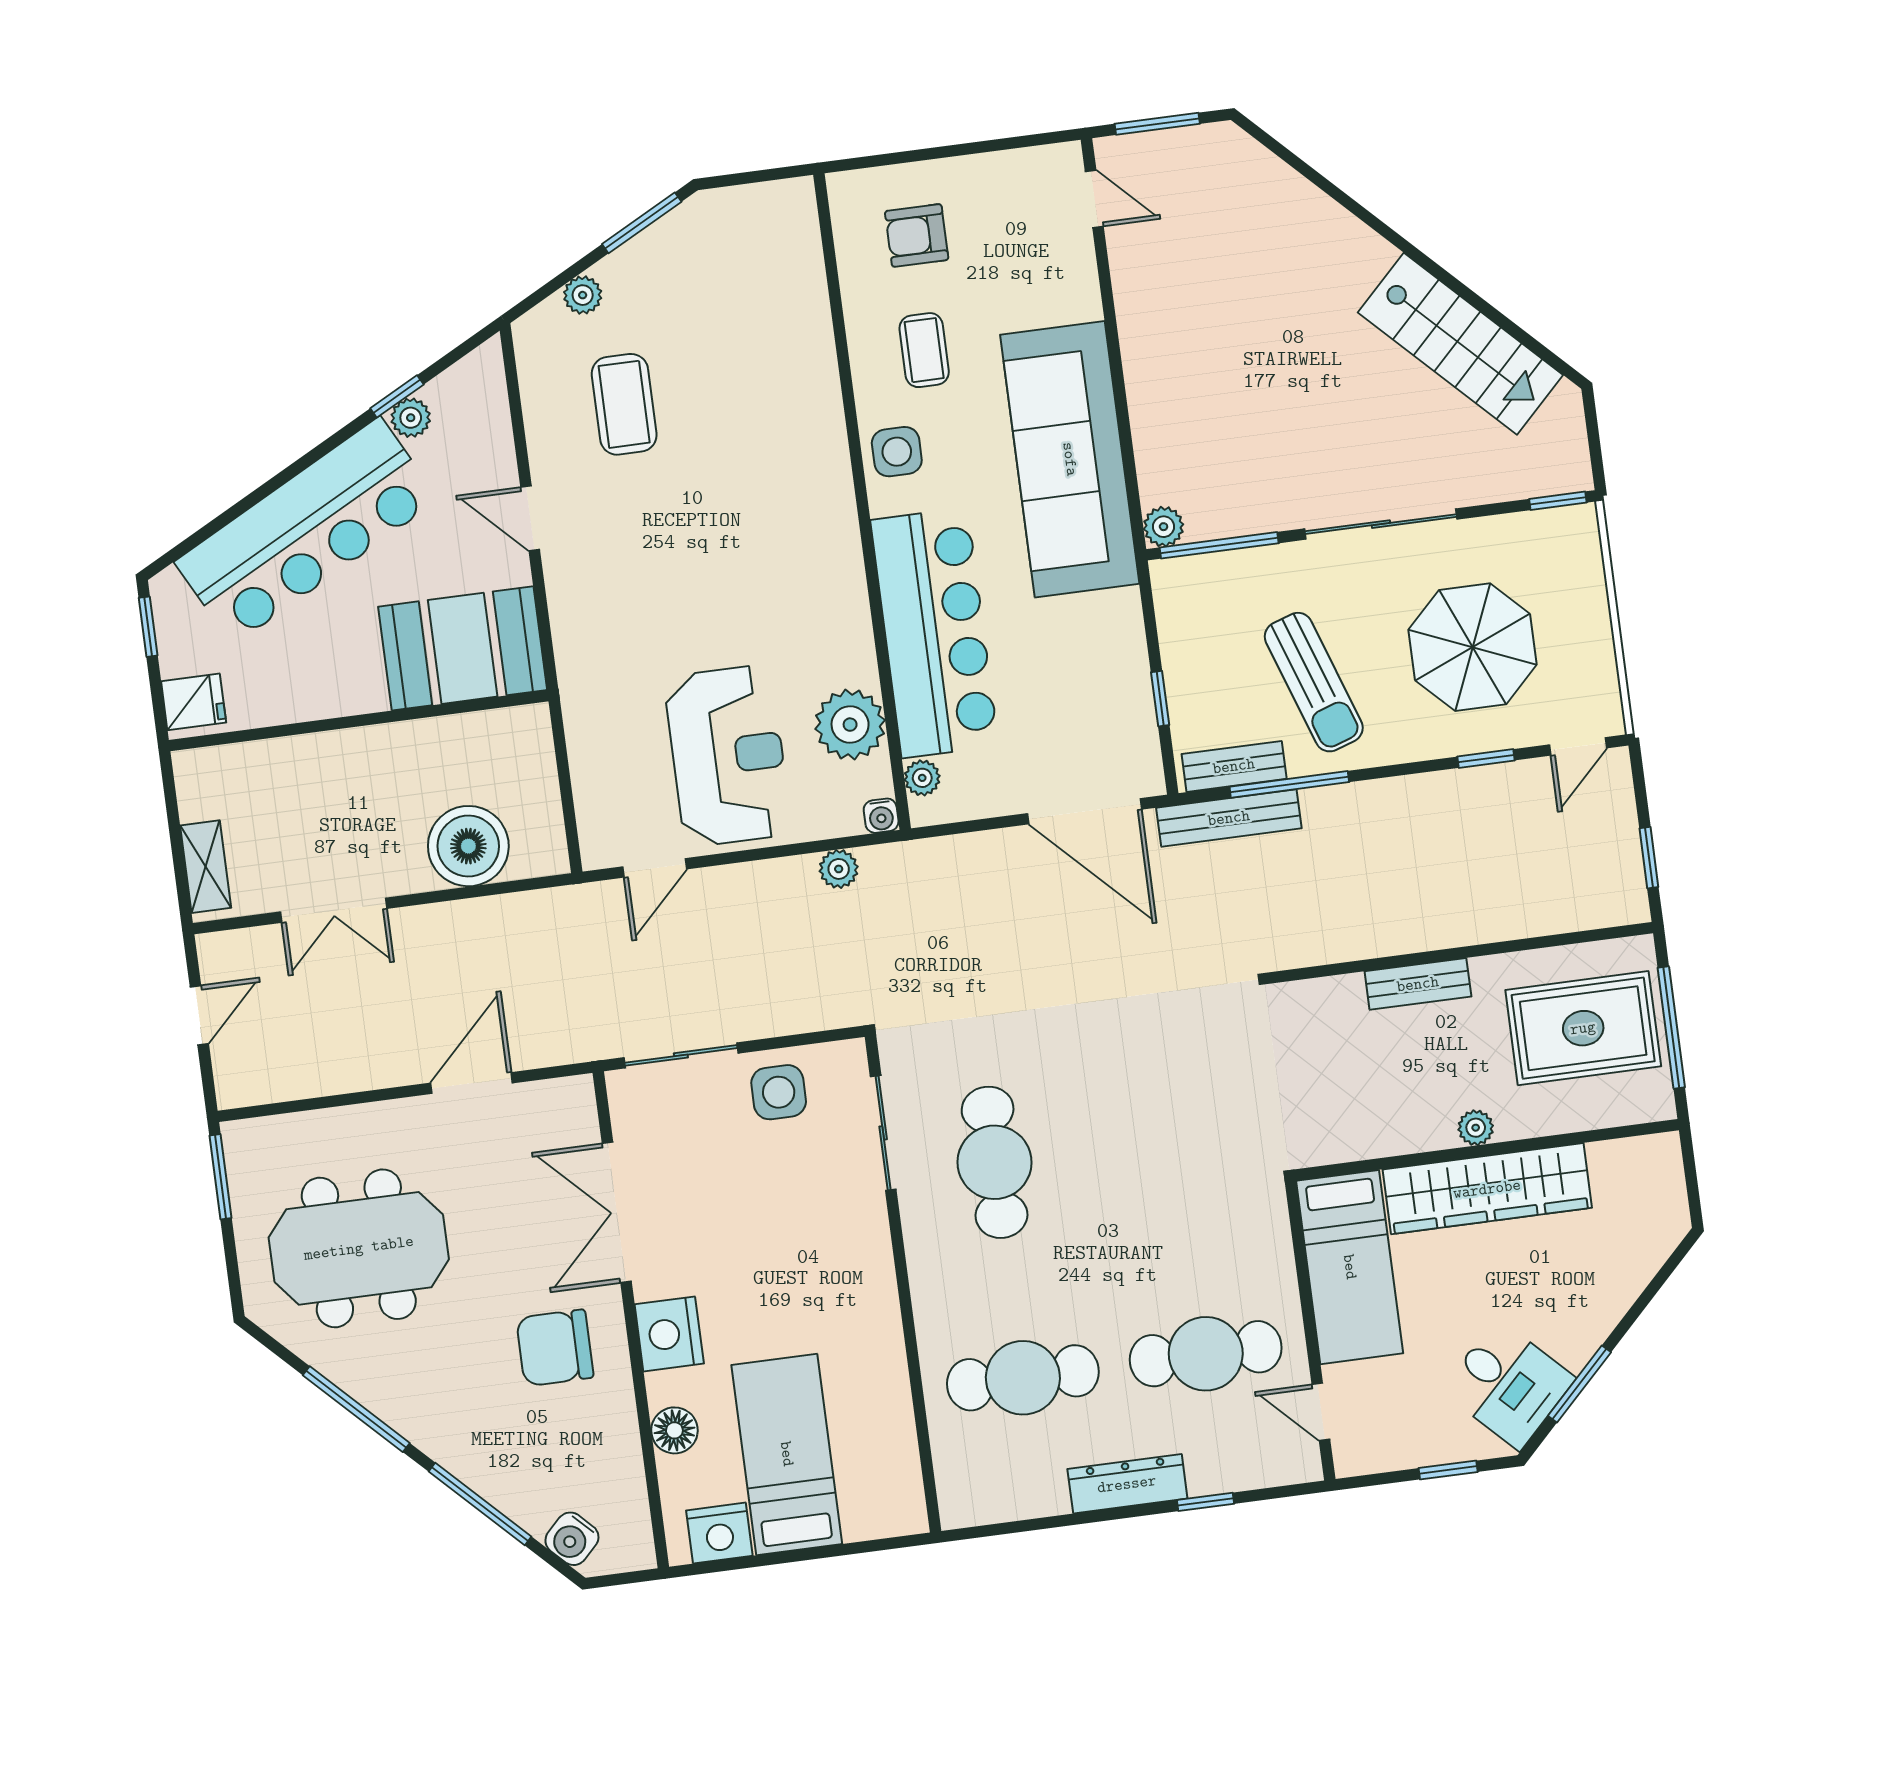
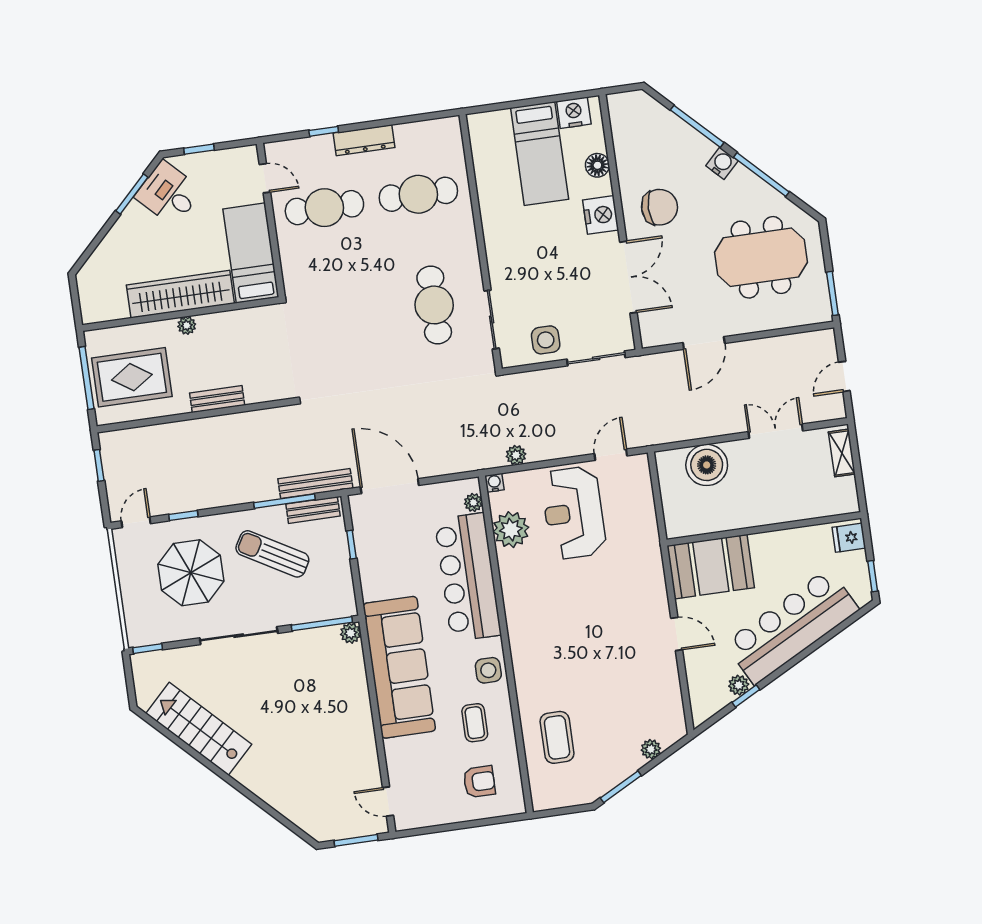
coffee table: (624, 404) -> (557, 737), moved
sun lounger: (1314, 682) -> (272, 554), turned -41
water cooler: (572, 1539) -> (722, 163), moved

